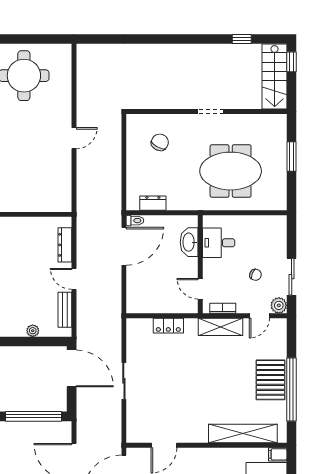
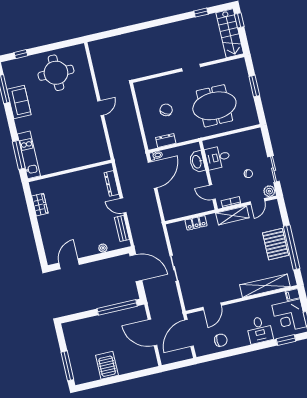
chair: (160, 142) -> (166, 110), moved

